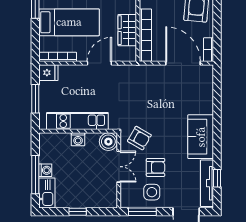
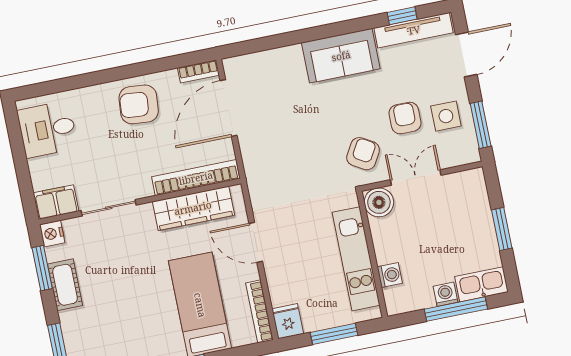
wardrobe: (127, 30) -> (193, 208), width x1.50
washing machine: (78, 139) -> (390, 275), moved
window: (78, 212) -> (502, 229), width x1.50

